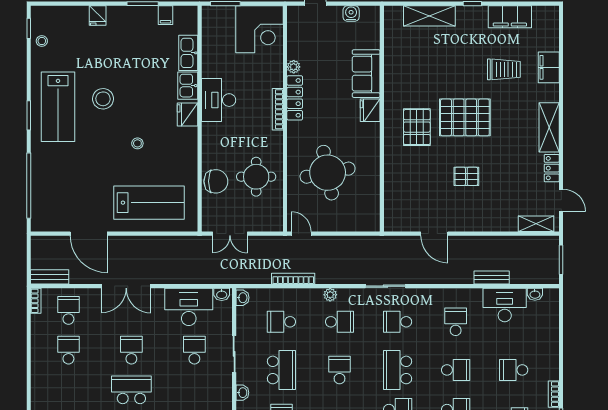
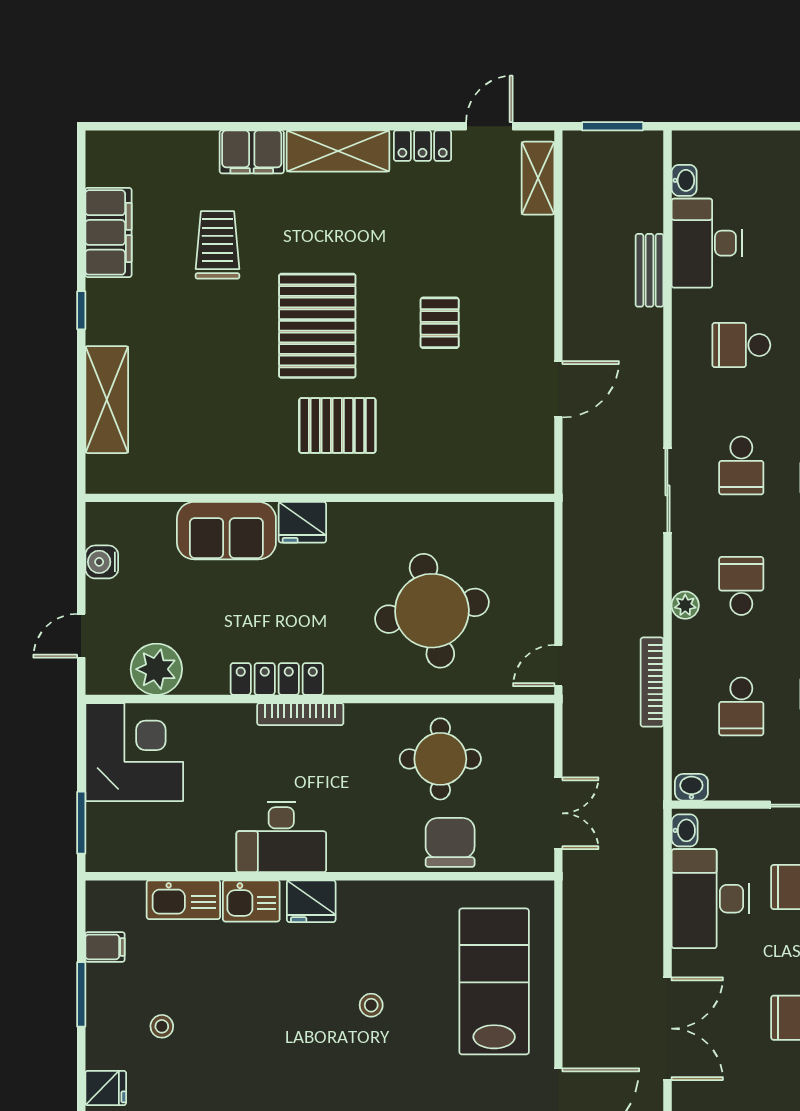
plant: (294, 67) -> (156, 669), moved, width x1.88, depth x1.88
filing cabinet: (549, 67) -> (252, 152), moved
stool: (103, 99) -> (162, 1026), moved, width x0.53, depth x0.53

